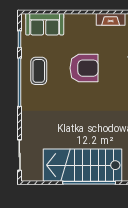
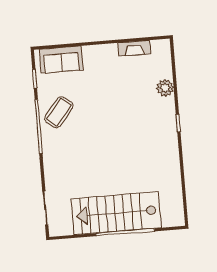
armchair: (84, 68) -> (109, 105), removed
coffee table: (39, 71) -> (59, 112), turned 39

